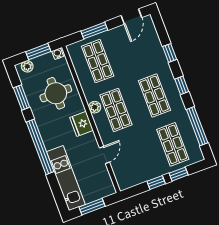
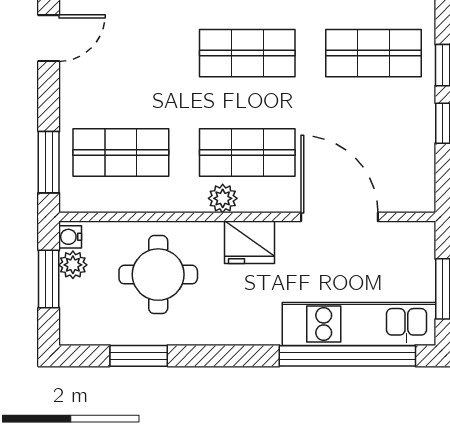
door: (131, 17) -> (49, 38), hinge flipped
window: (94, 31) -> (49, 162), moved
plant: (27, 66) -> (73, 265), moved
window: (40, 147) -> (347, 356), moved
door: (104, 155) -> (339, 217), width x1.88

